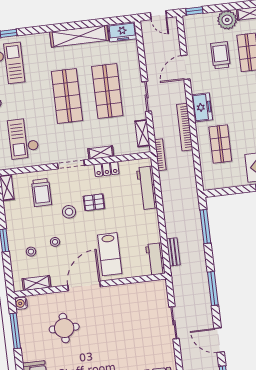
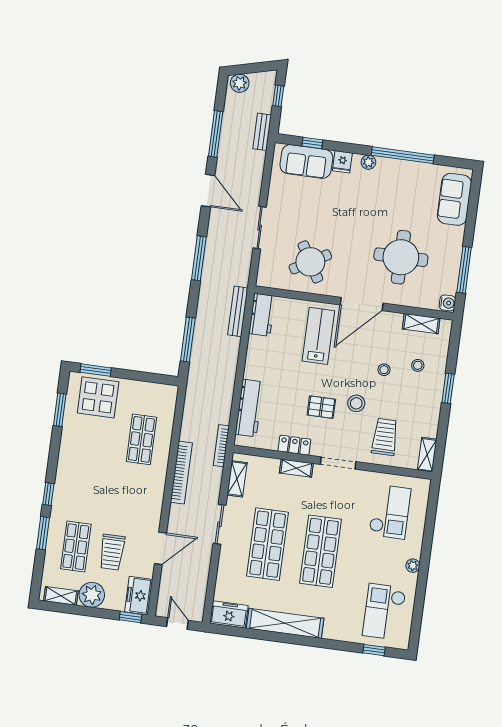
freezer: (202, 107) -> (139, 596), moved
bench: (173, 252) -> (238, 311), width x1.36
round table: (130, 307) -> (310, 262), added
round table: (64, 328) -> (401, 257), width x1.36, depth x1.36

